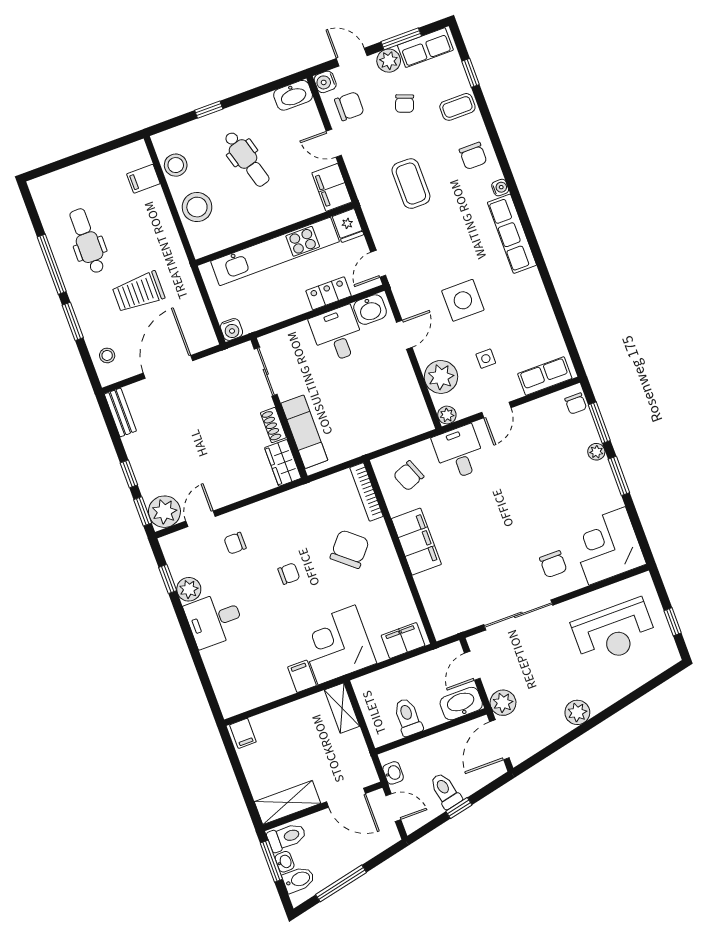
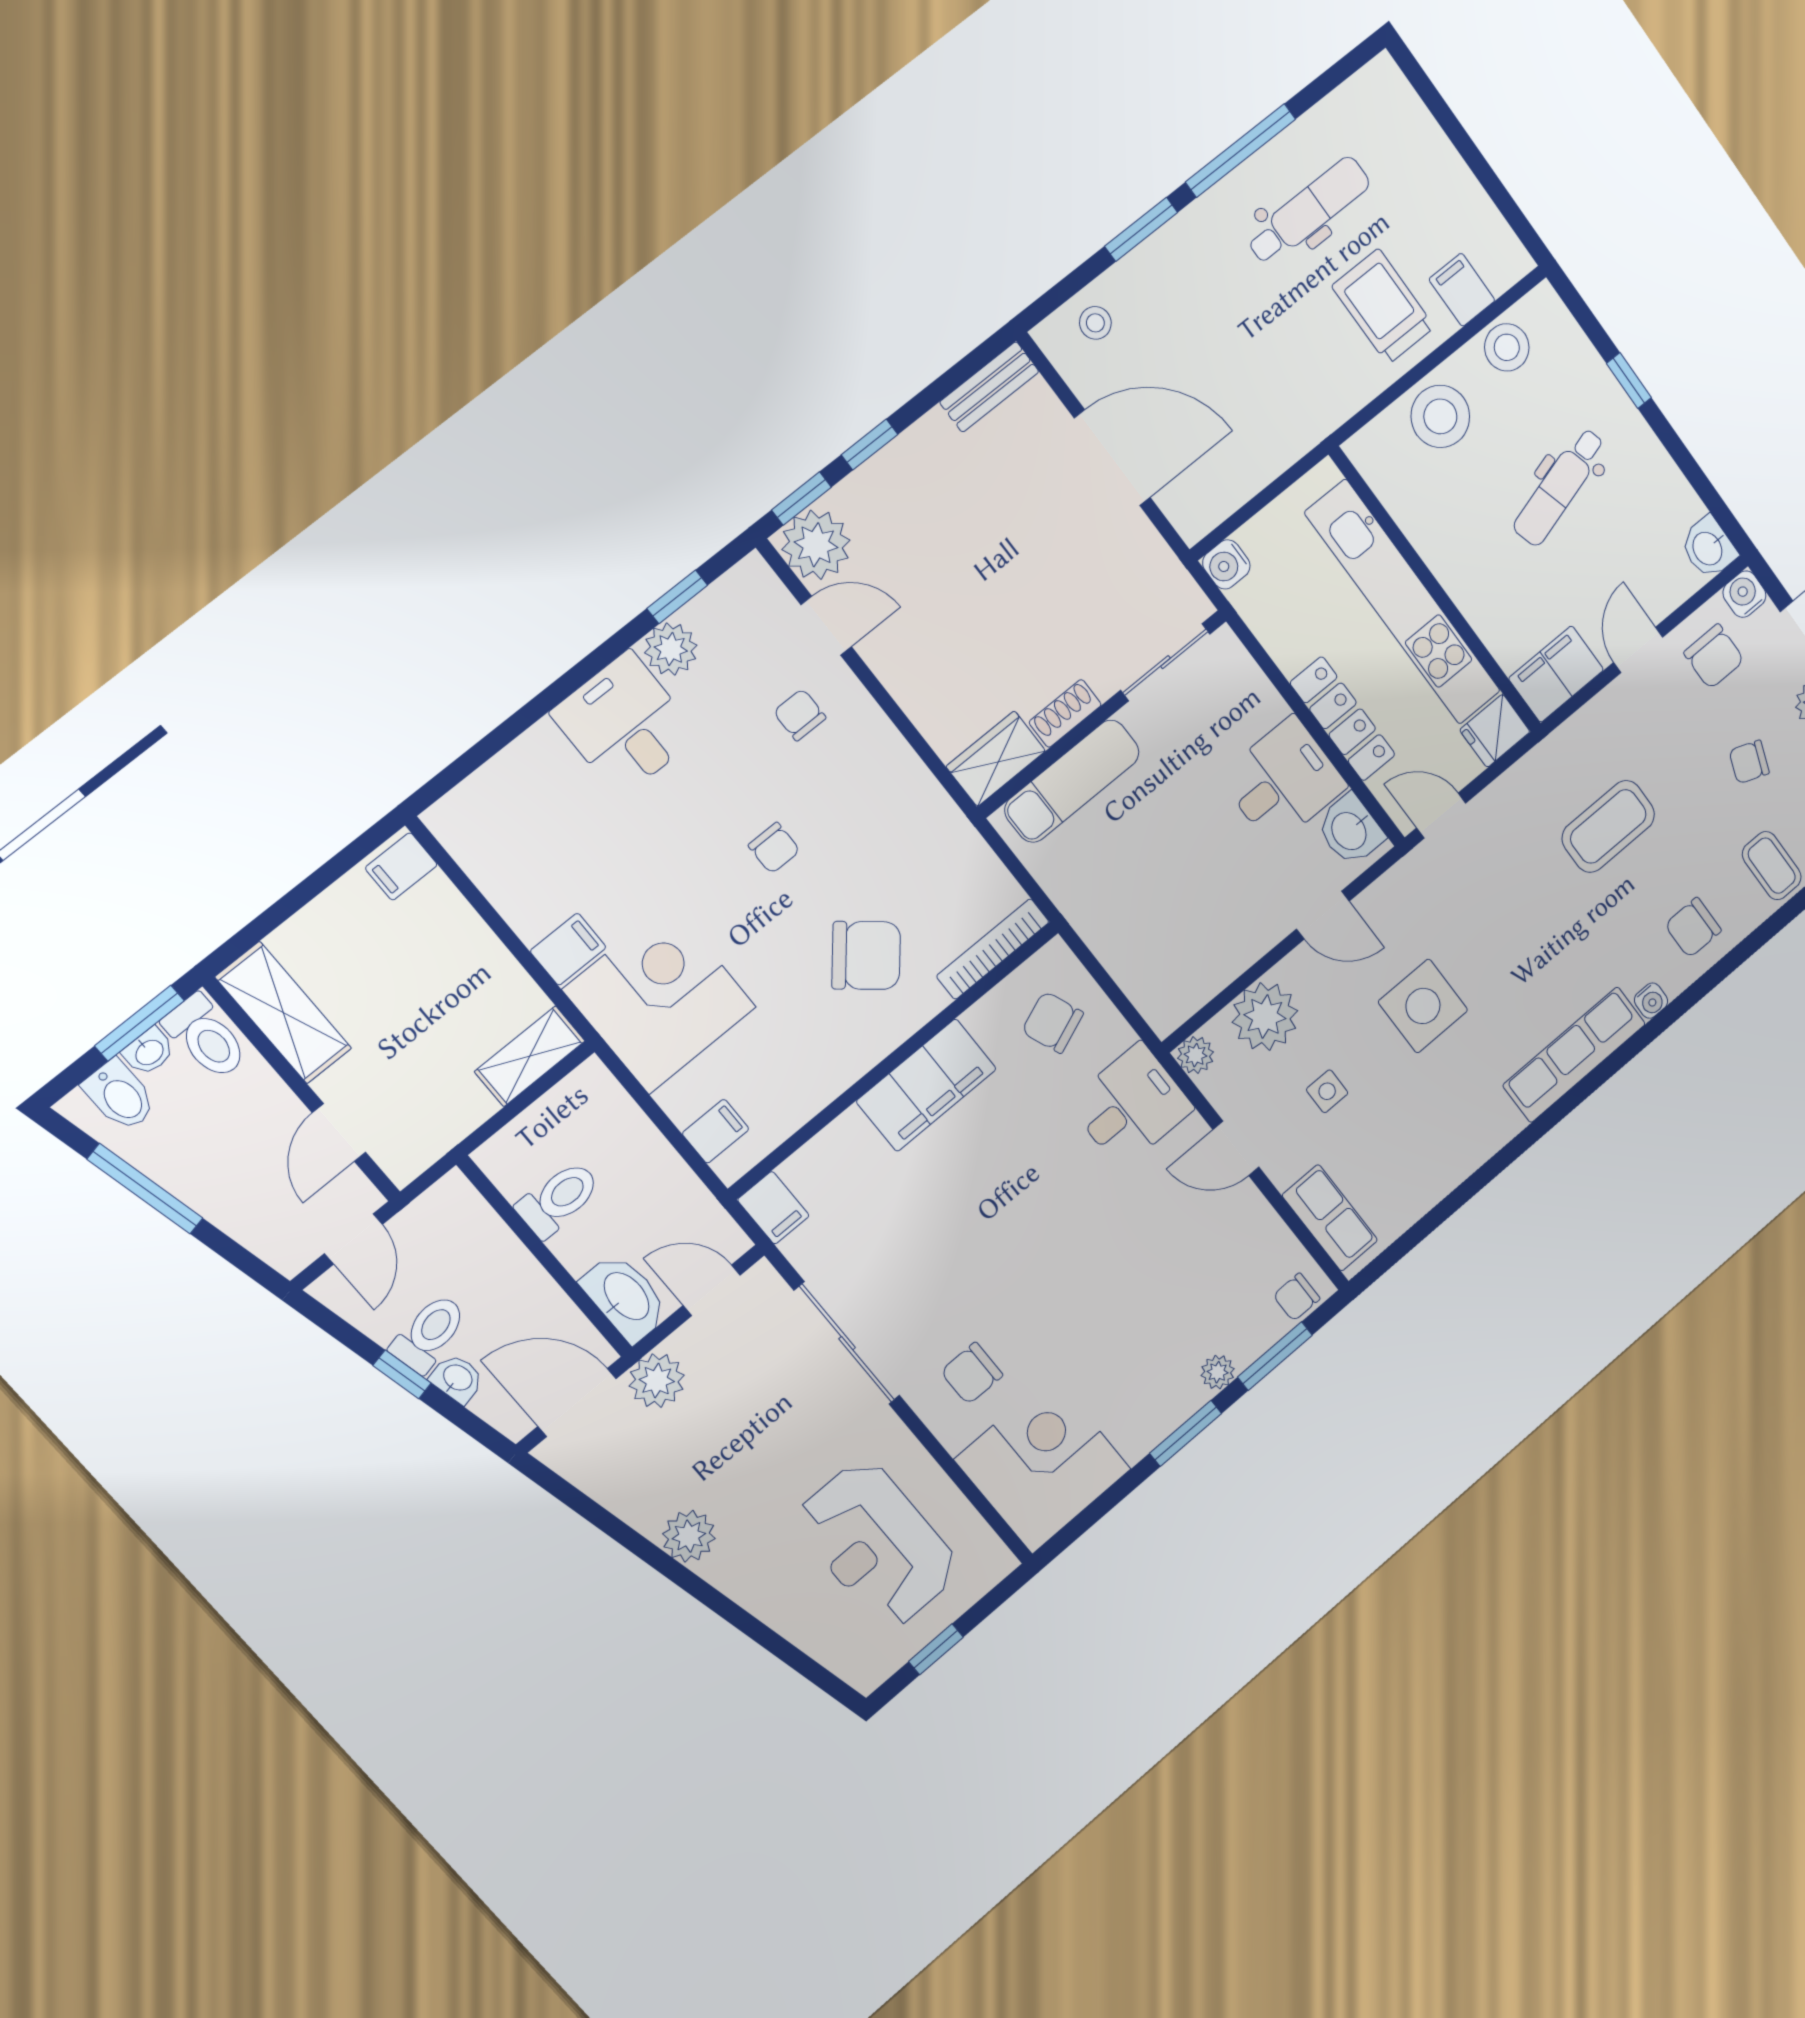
washbasin: (293, 95) -> (1708, 548), width x0.72
trolley: (138, 292) -> (1383, 307), moved
locker: (328, 293) -> (1343, 719), width x1.53
filing cabinet: (446, 627) -> (773, 1208), added
filing cabinet: (403, 640) -> (716, 1131), width x0.50
washbasin: (393, 773) -> (457, 1378), moved, turned -102
door: (346, 798) -> (339, 1133), width x0.73

